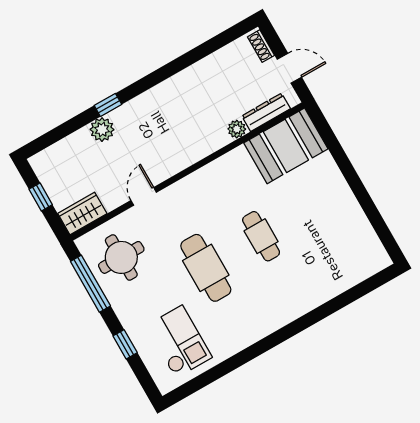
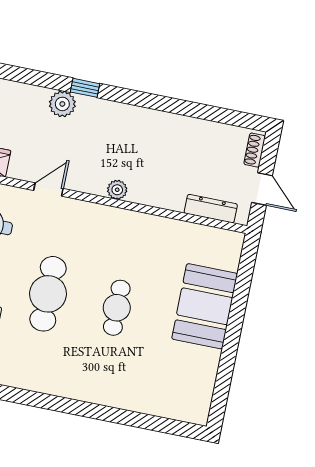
plant: (237, 129) -> (117, 190), moved
booth: (286, 146) -> (205, 306), moved, turned 90

